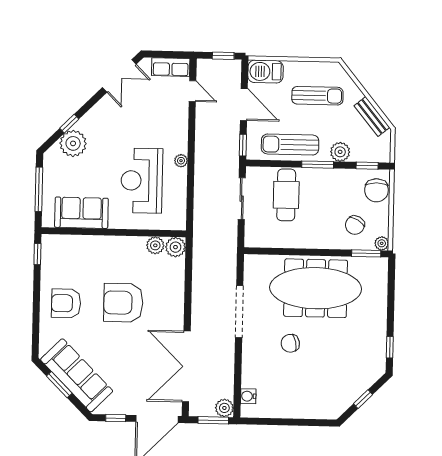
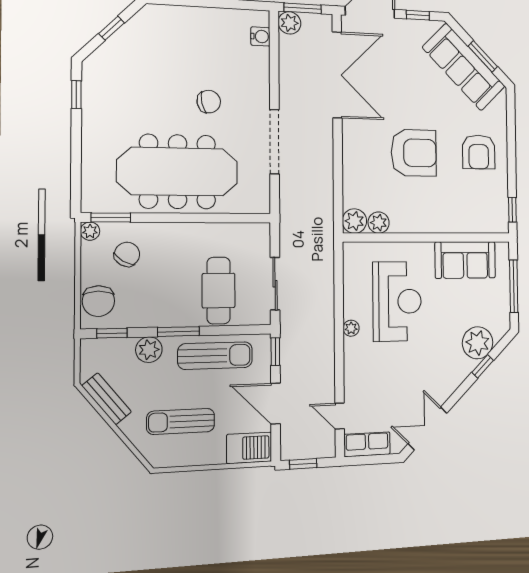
chair: (376, 190) -> (98, 301), turned 180
armchair: (66, 303) -> (479, 152), turned 90

